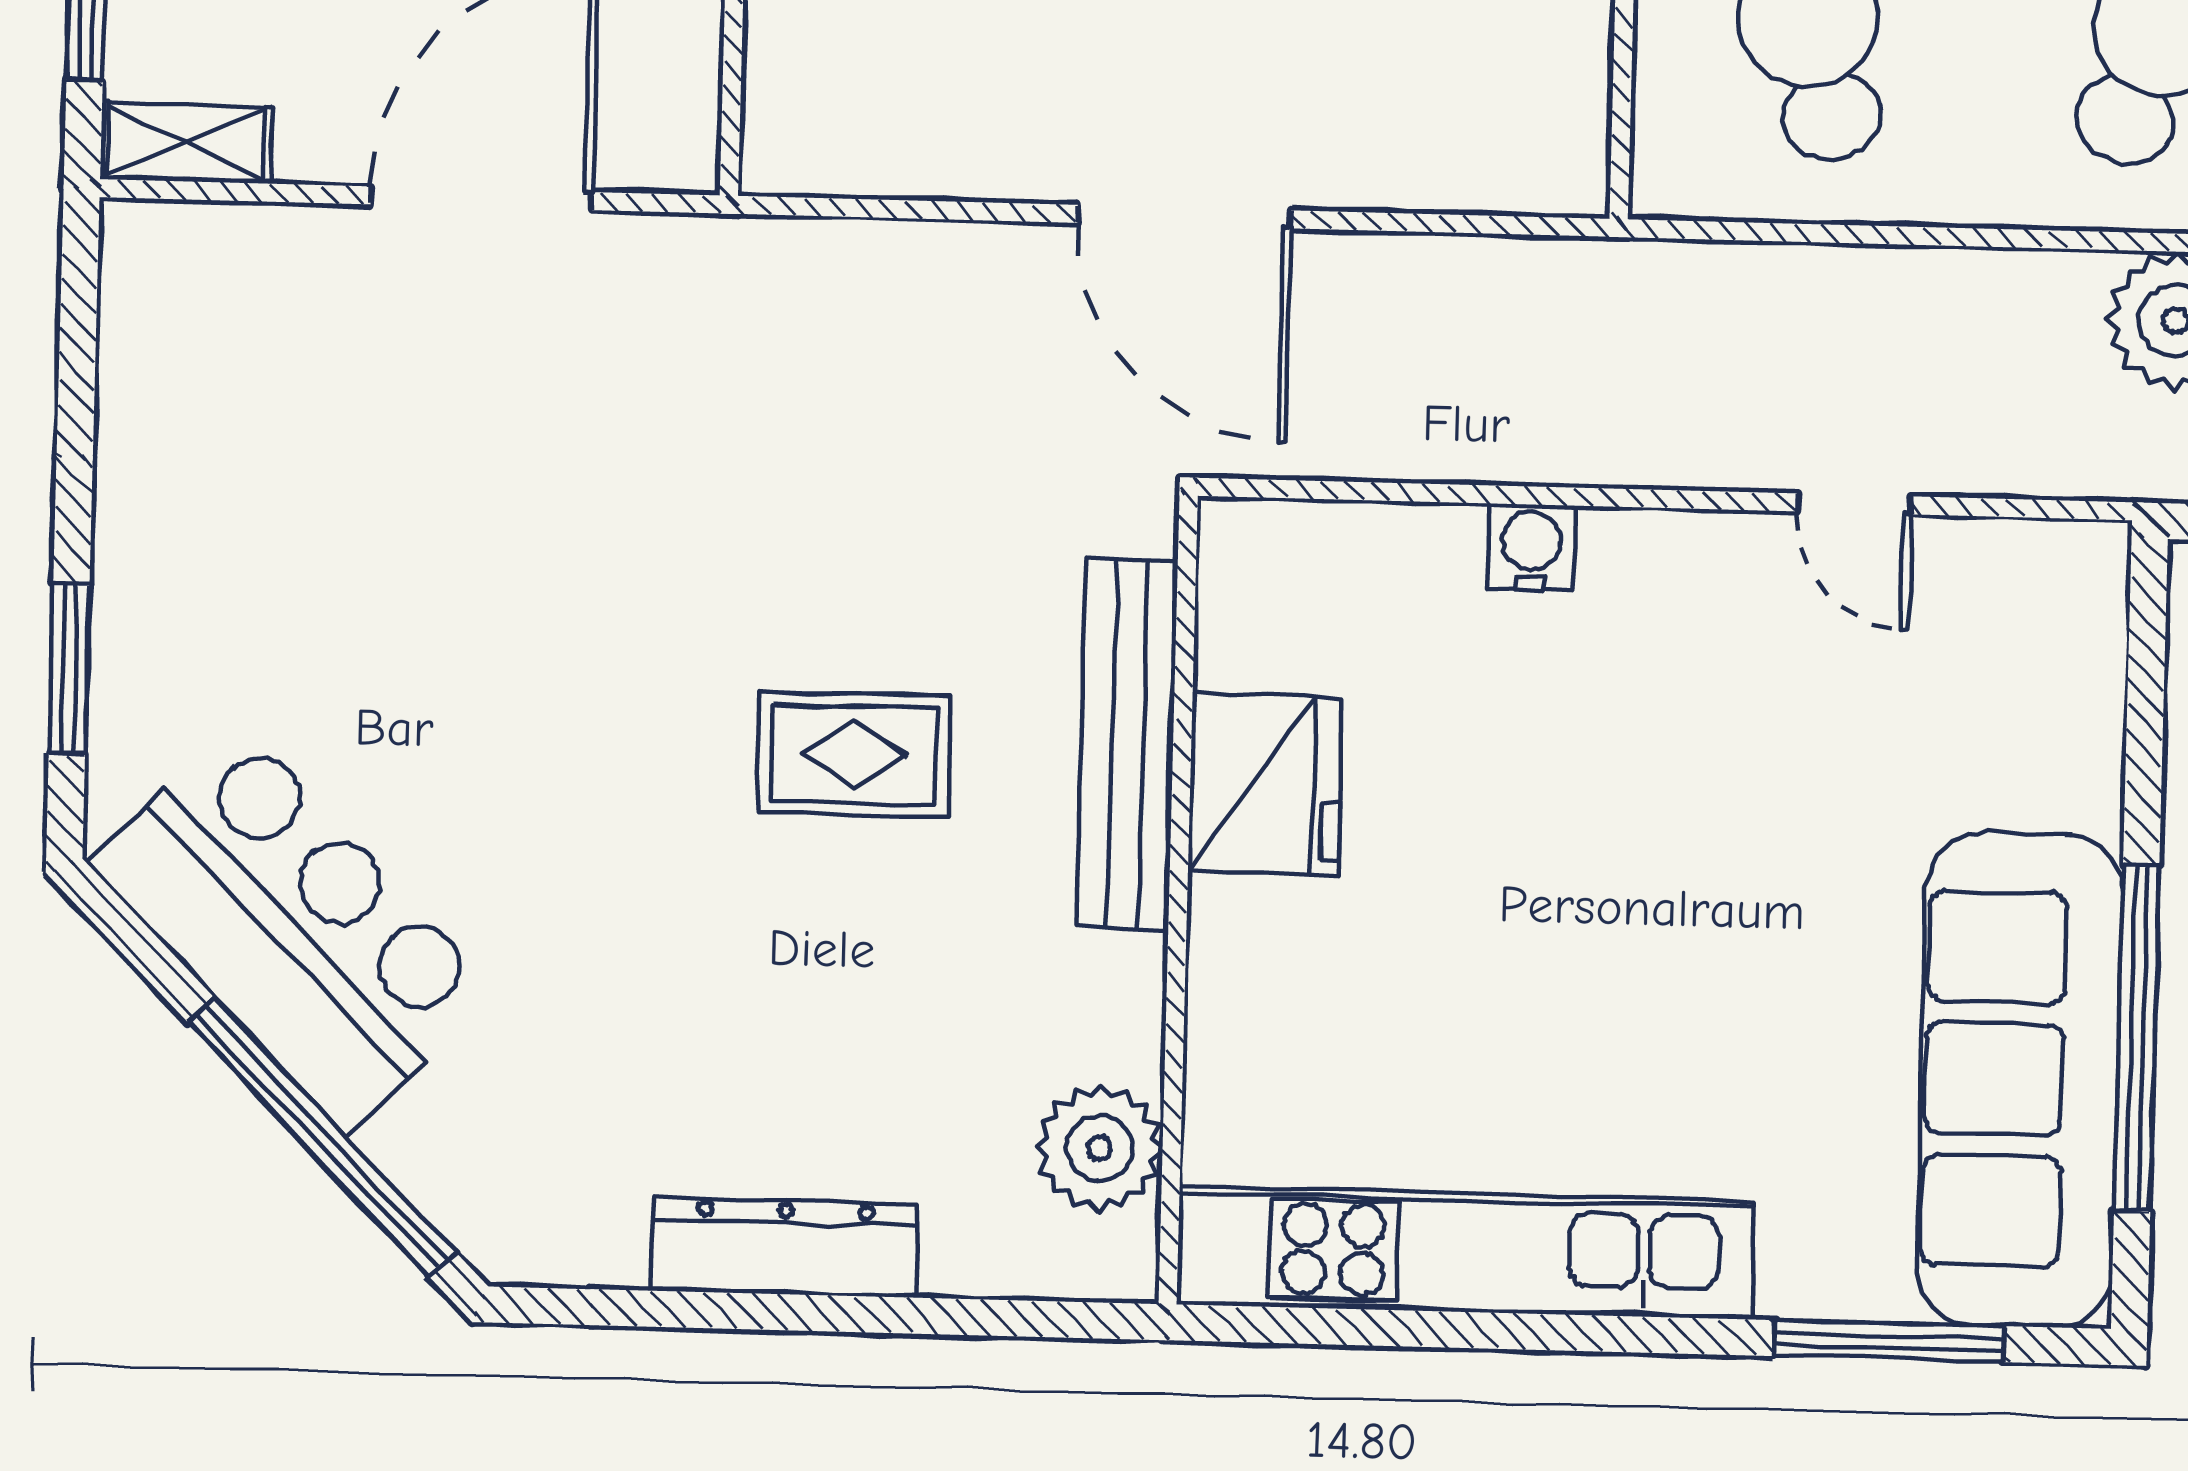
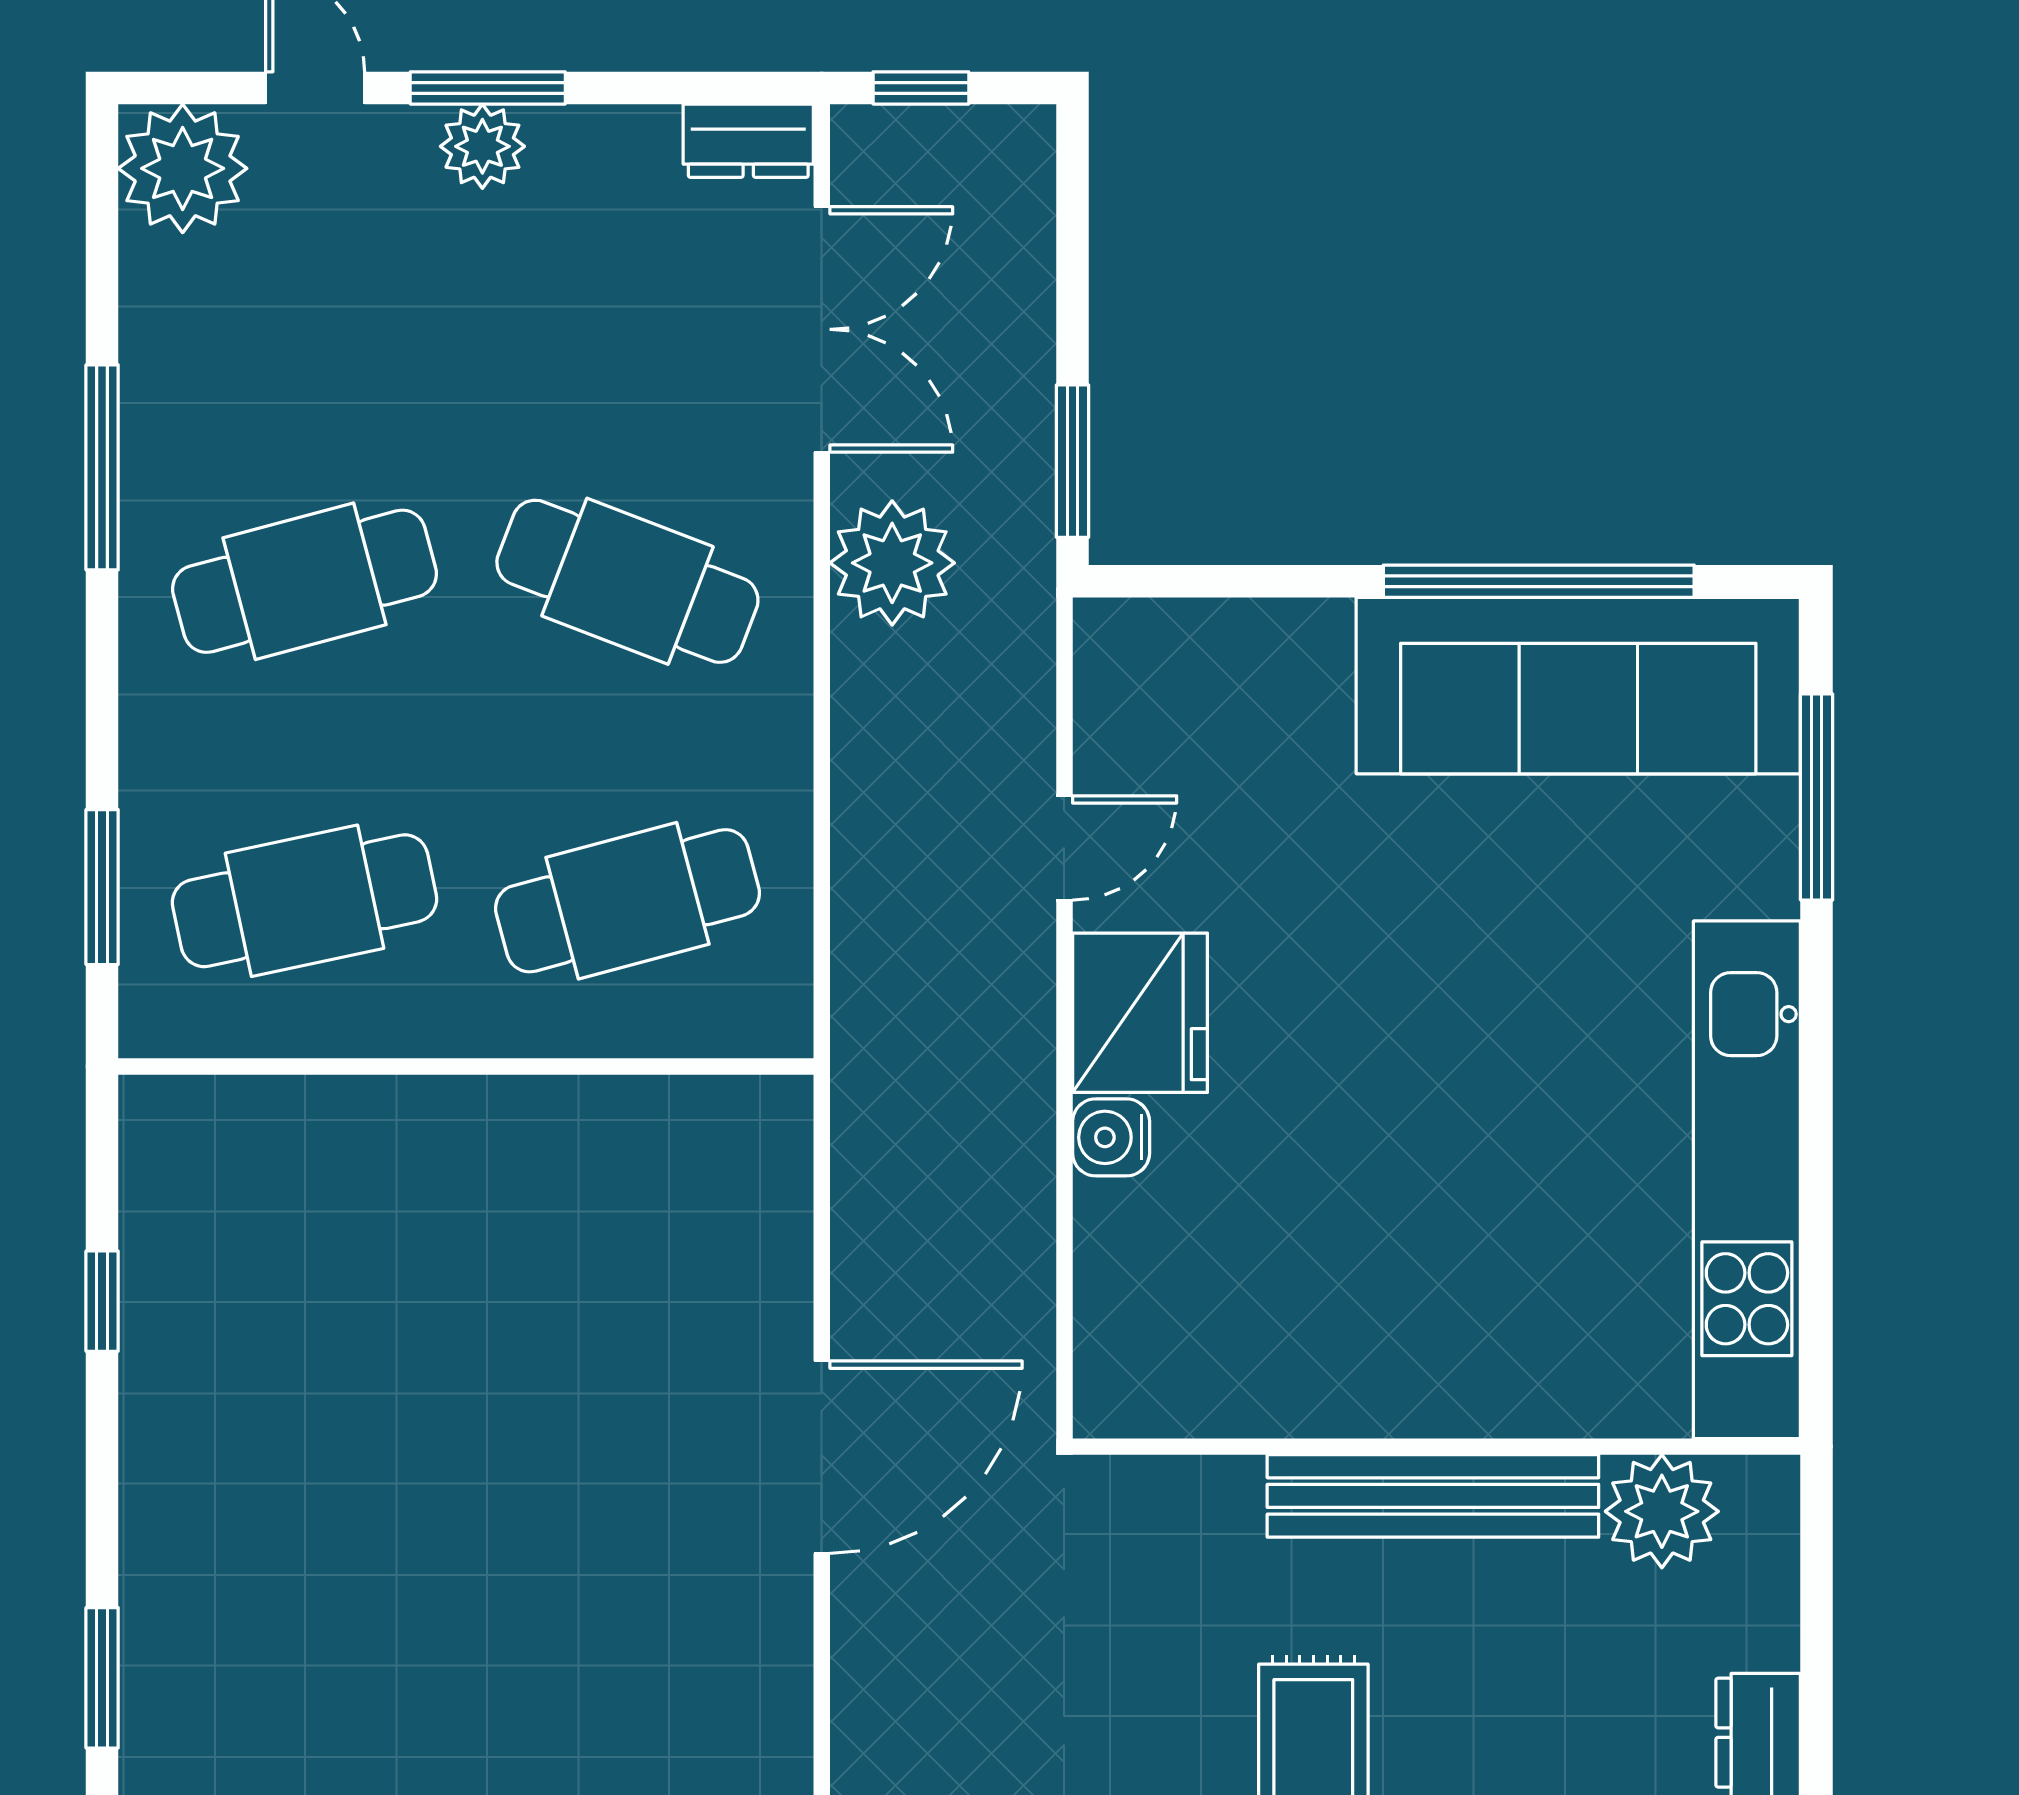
bench: (1127, 744) -> (1433, 1496), moved
fridge: (1265, 784) -> (1140, 1013), moved, turned 90

